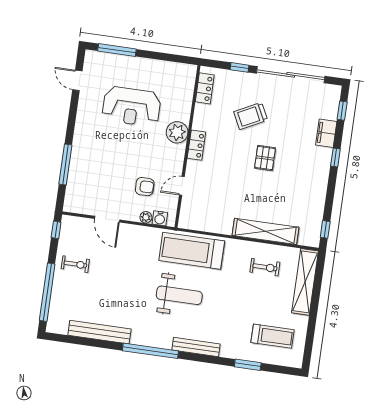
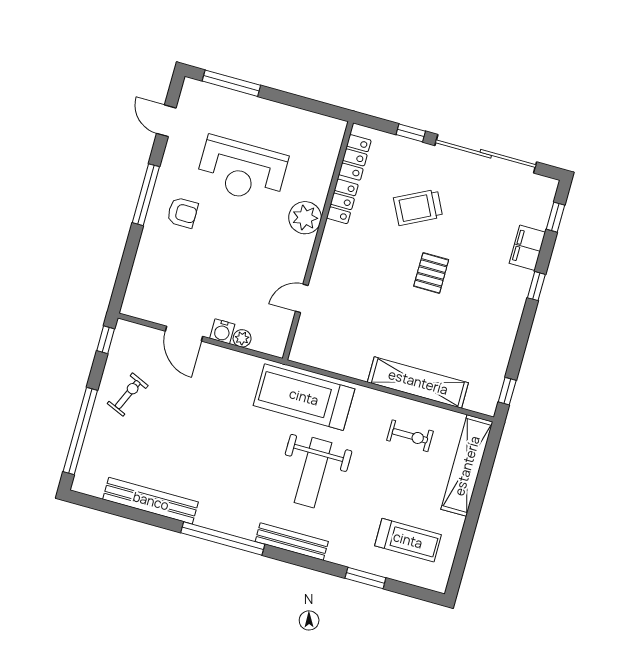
locker: (196, 145) -> (342, 201), moved
window: (65, 164) -> (146, 195), moved
armchair: (145, 187) -> (182, 213), moved
water cooler: (160, 218) -> (222, 331), moved
exercise bike: (75, 264) -> (128, 395), turned -66
weight bench: (179, 295) -> (313, 473), moved, turned 90

